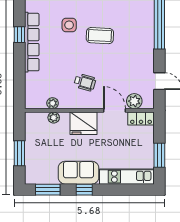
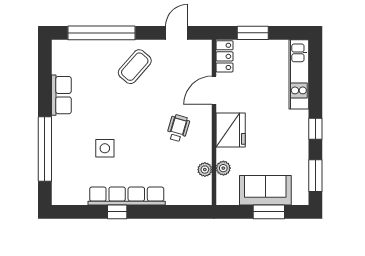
coffee table: (100, 36) -> (135, 67), moved, turned 38
plant: (134, 101) -> (202, 65), removed
window: (159, 155) -> (253, 33), moved
sofa: (79, 173) -> (265, 190), moved, turned 90

